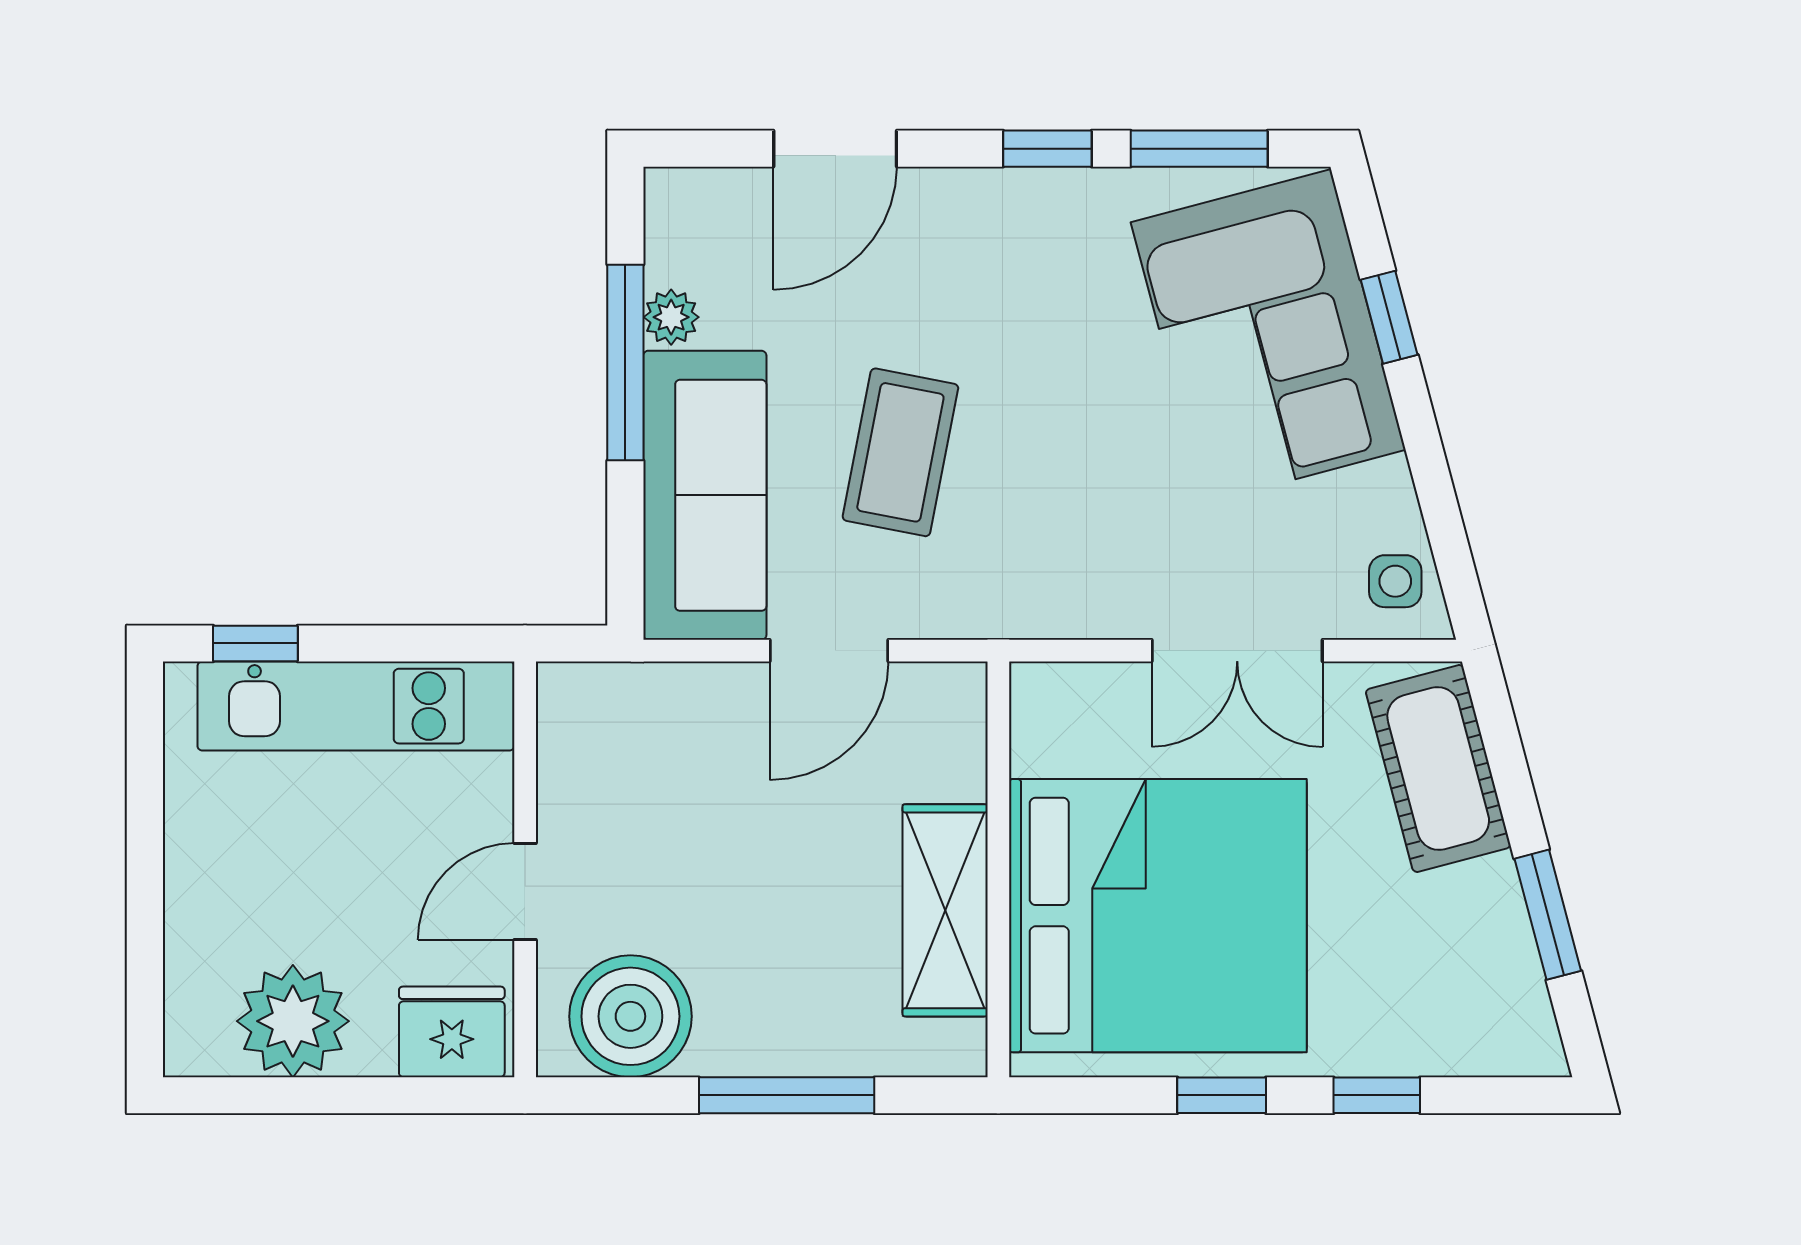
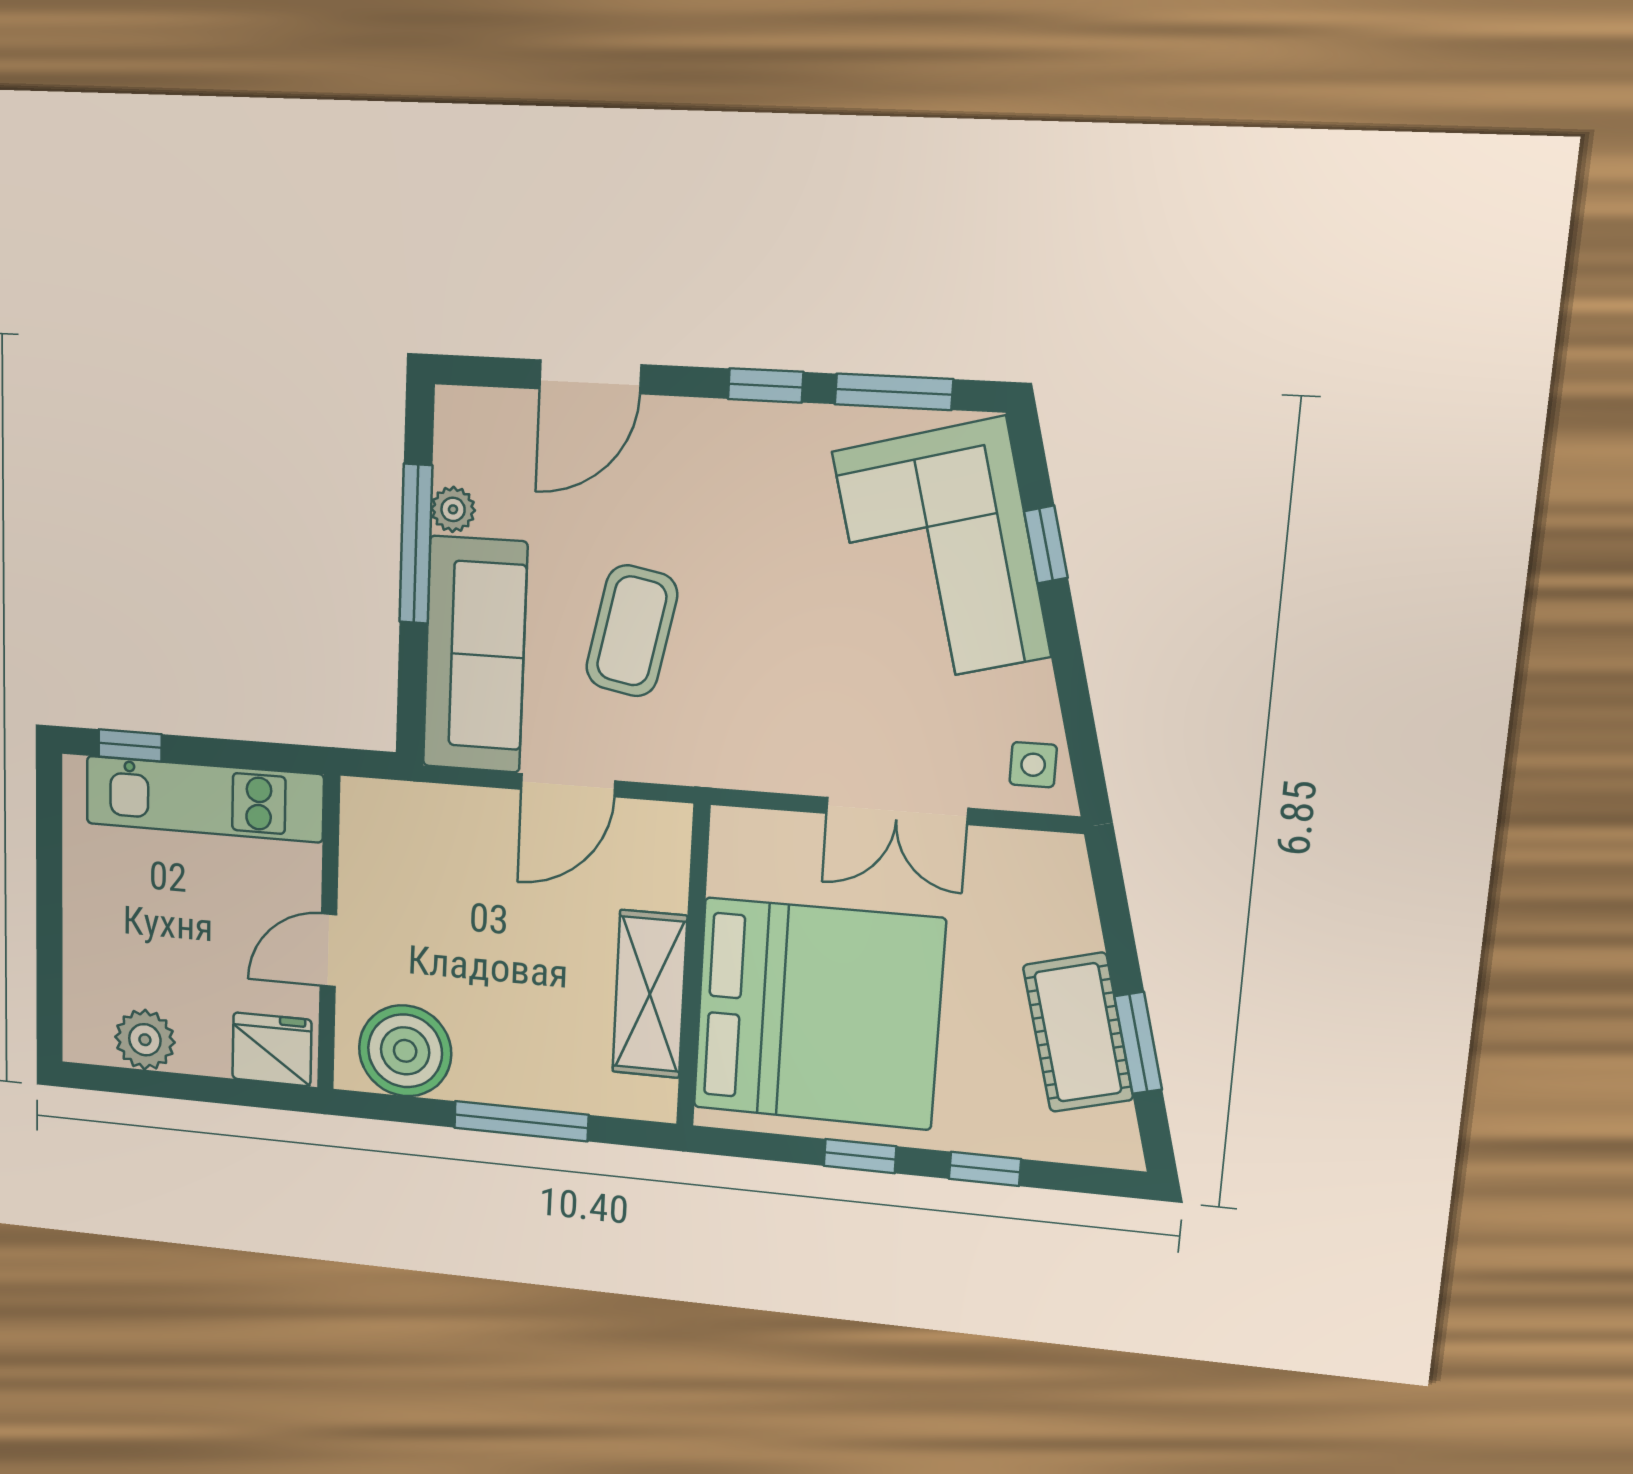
cot: (1438, 768) -> (1078, 1033), moved
plant: (293, 1021) -> (145, 1040), width x0.73, depth x0.73

